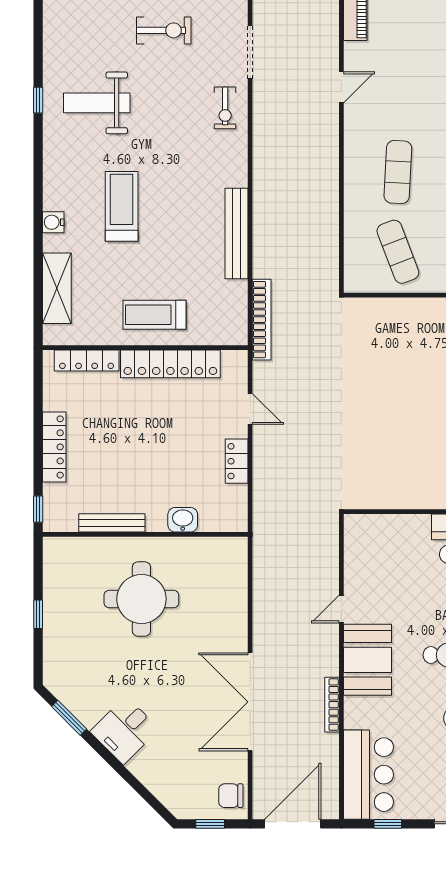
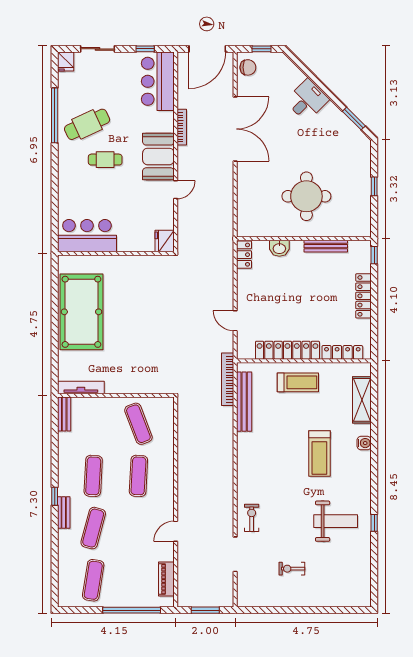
exercise bike: (164, 30) -> (292, 569), width x0.73, depth x0.72
bench: (237, 234) -> (244, 402), moved
locker: (237, 461) -> (244, 255), moved
fridge: (358, 531) -> (165, 241), added
desk: (125, 730) -> (307, 100), moved

